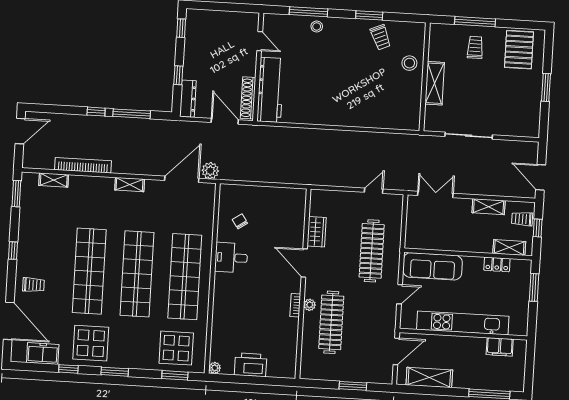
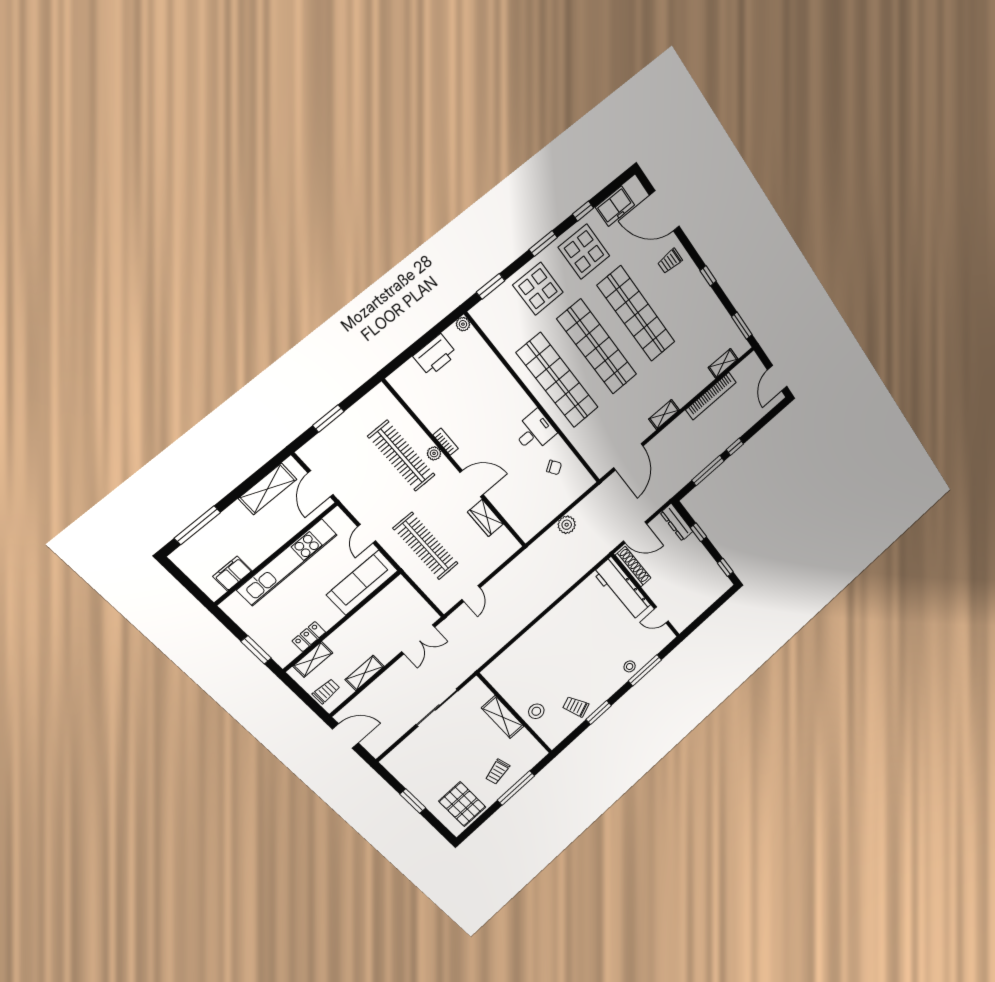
trolley: (475, 47) -> (497, 772), turned 75
plant: (210, 171) -> (567, 525), moved
window: (538, 228) -> (305, 697), removed
display table: (176, 348) -> (538, 289), moved

